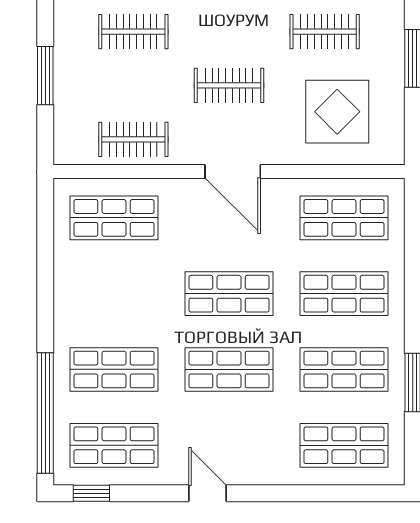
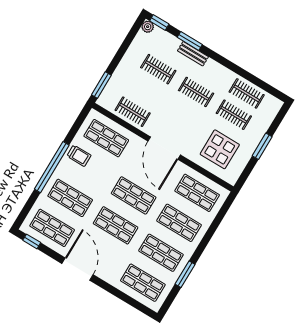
window: (45, 76) -> (101, 85), moved
clothes rail: (229, 85) -> (196, 92), moved
door: (233, 171) -> (164, 148), width x1.36
trolley: (83, 281) -> (79, 156), added
window: (45, 413) -> (52, 167), moved
door: (207, 493) -> (78, 269), width x1.88

